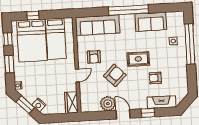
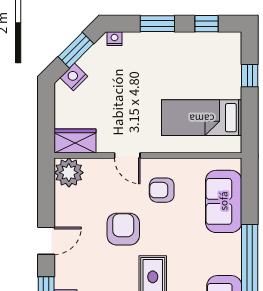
sofa: (98, 25) -> (224, 201), width x0.73
bed: (32, 41) -> (201, 70), removed
armchair: (115, 75) -> (123, 229), turned -135
plant: (108, 104) -> (69, 173), moved

